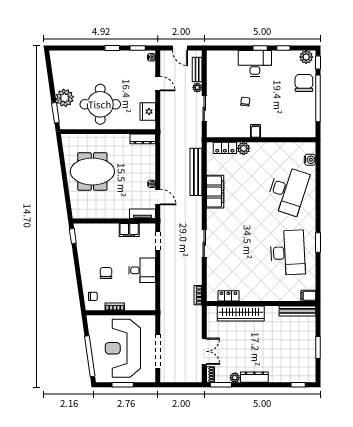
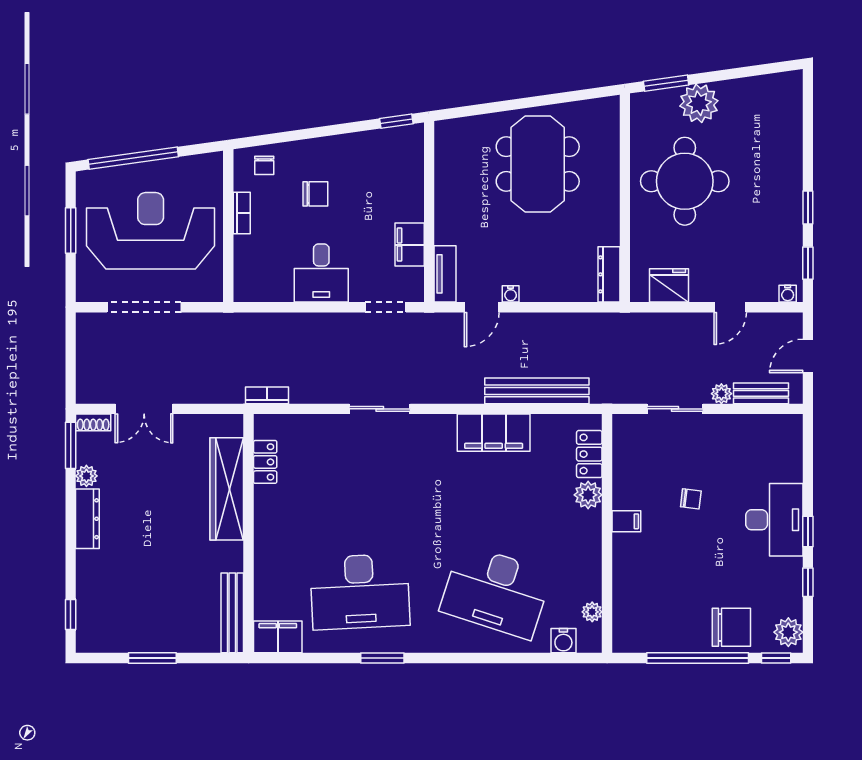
plant: (297, 147) -> (592, 612), added
filing cabinet: (308, 296) -> (278, 637), width x2.00

